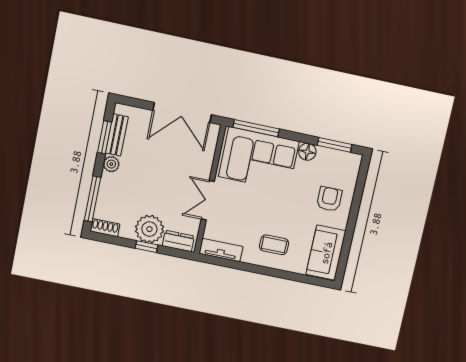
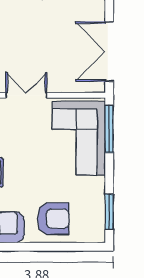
floor lamp: (307, 152) -> (96, 186), removed
armchair: (329, 199) -> (53, 219), width x1.38, depth x1.38

